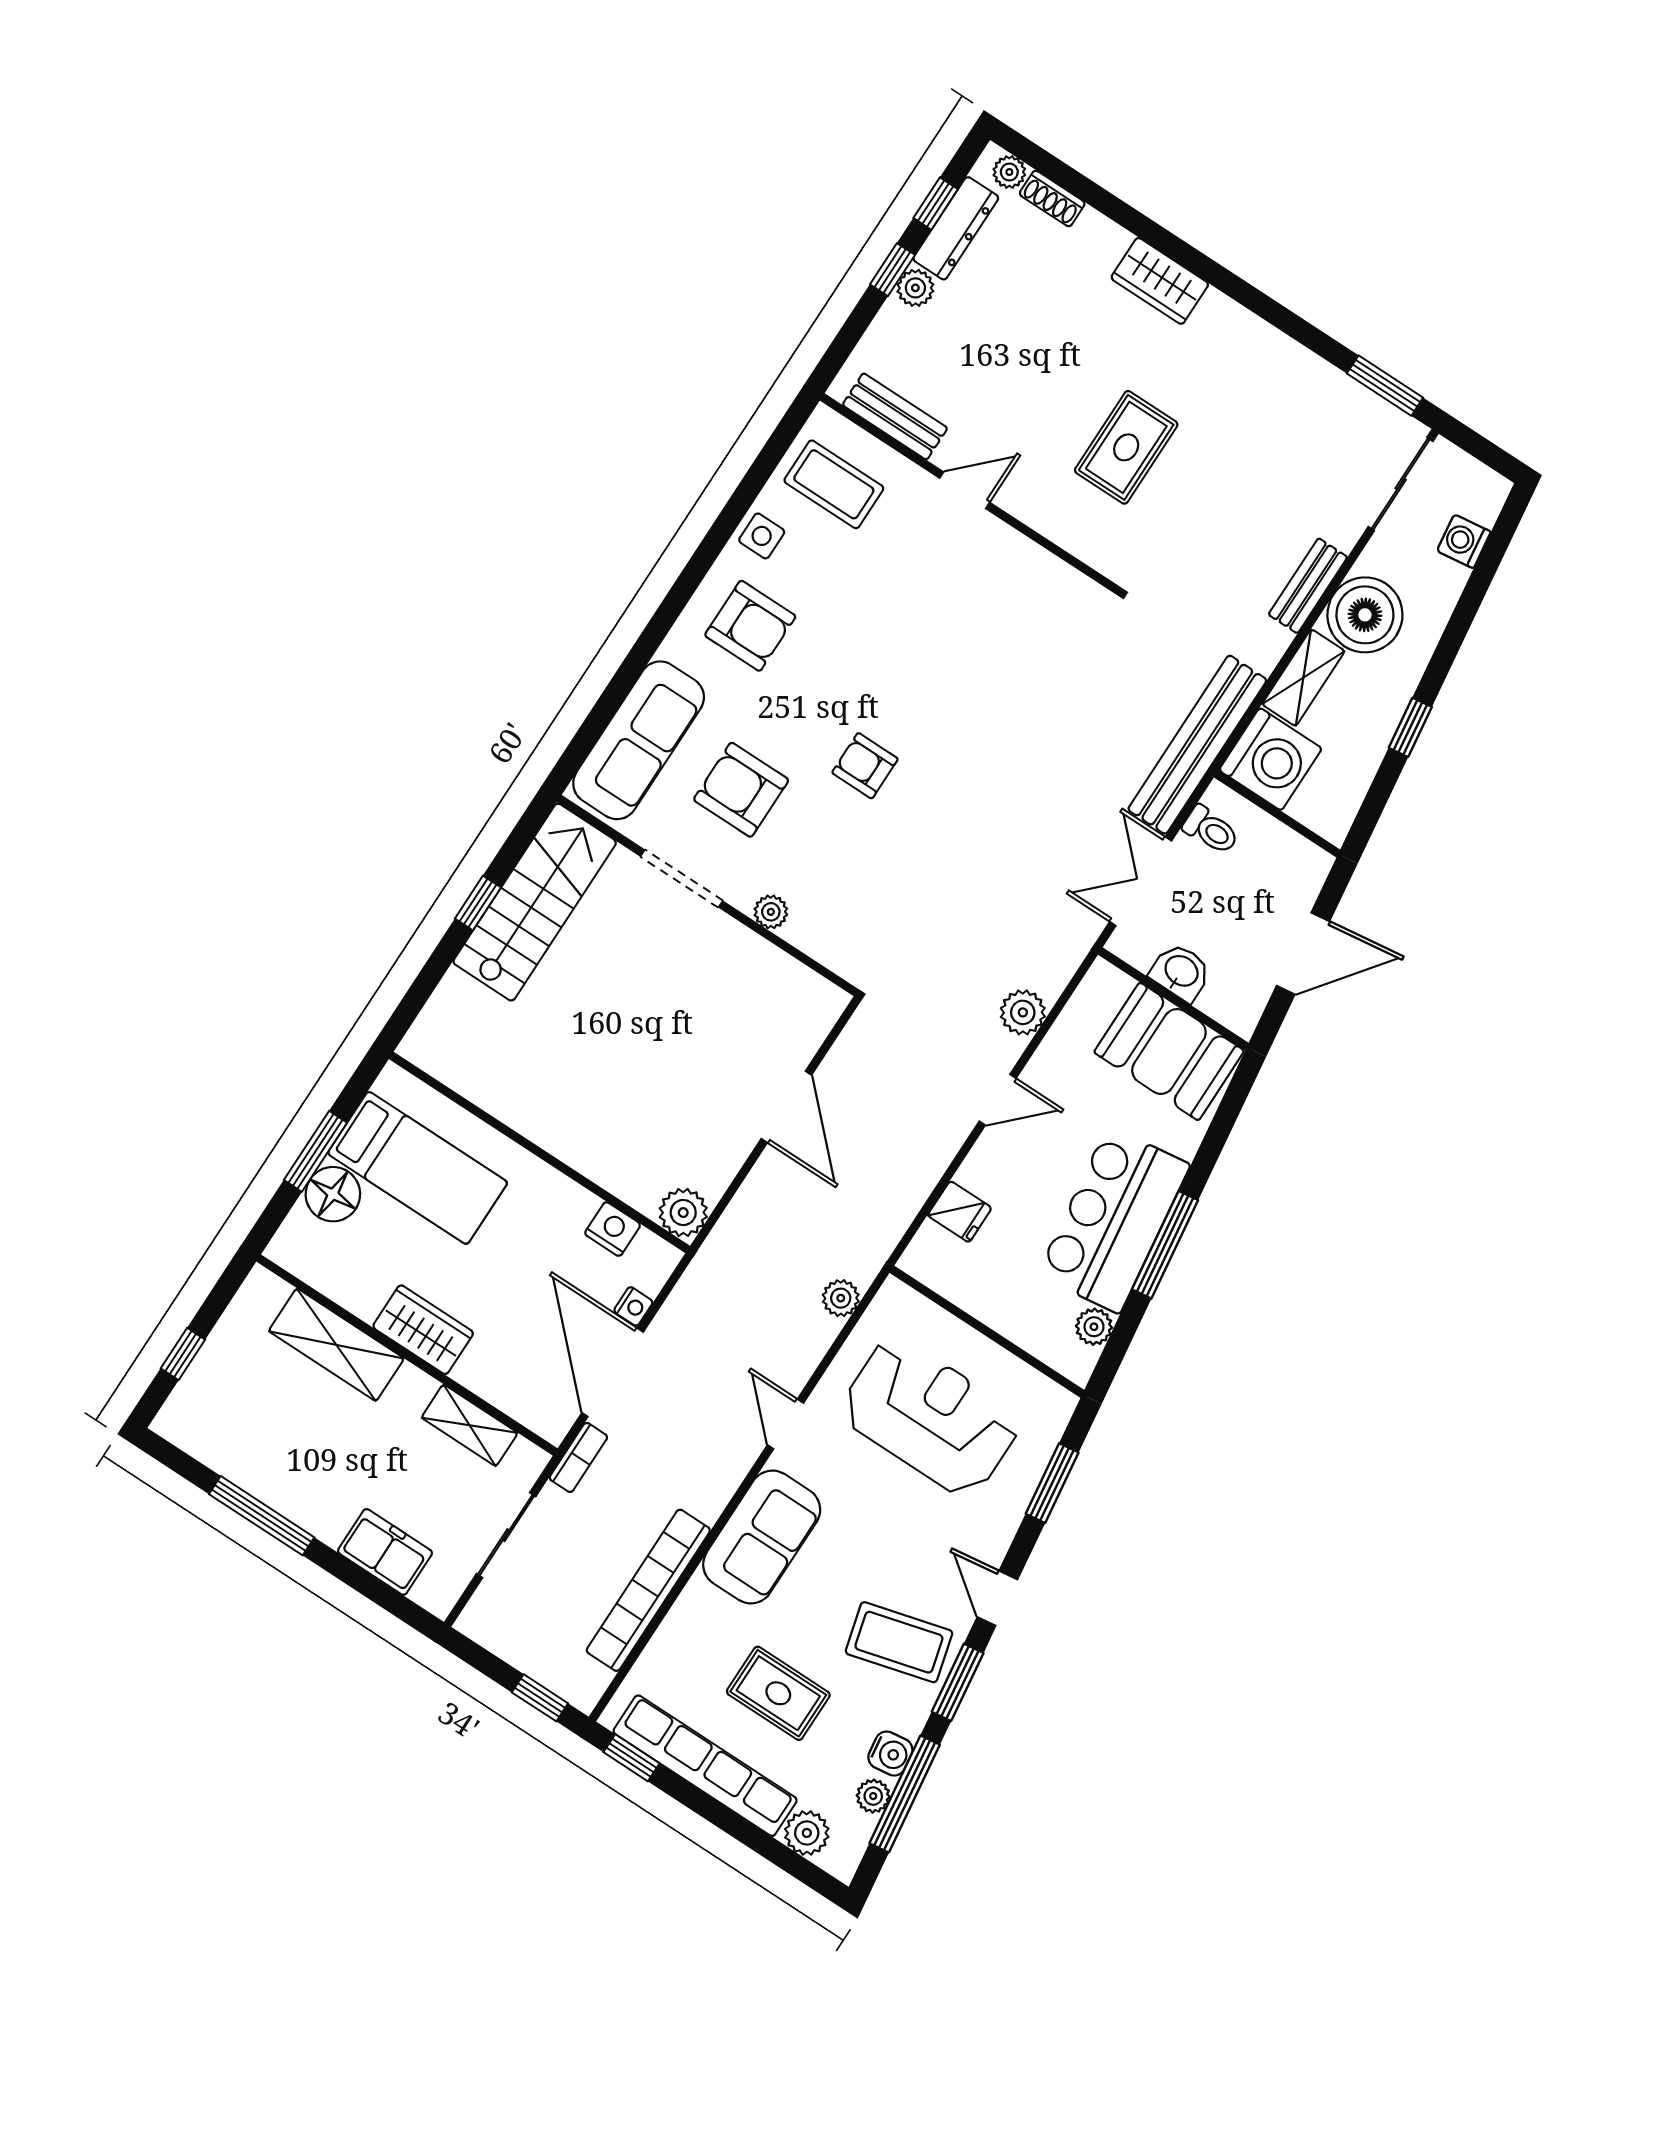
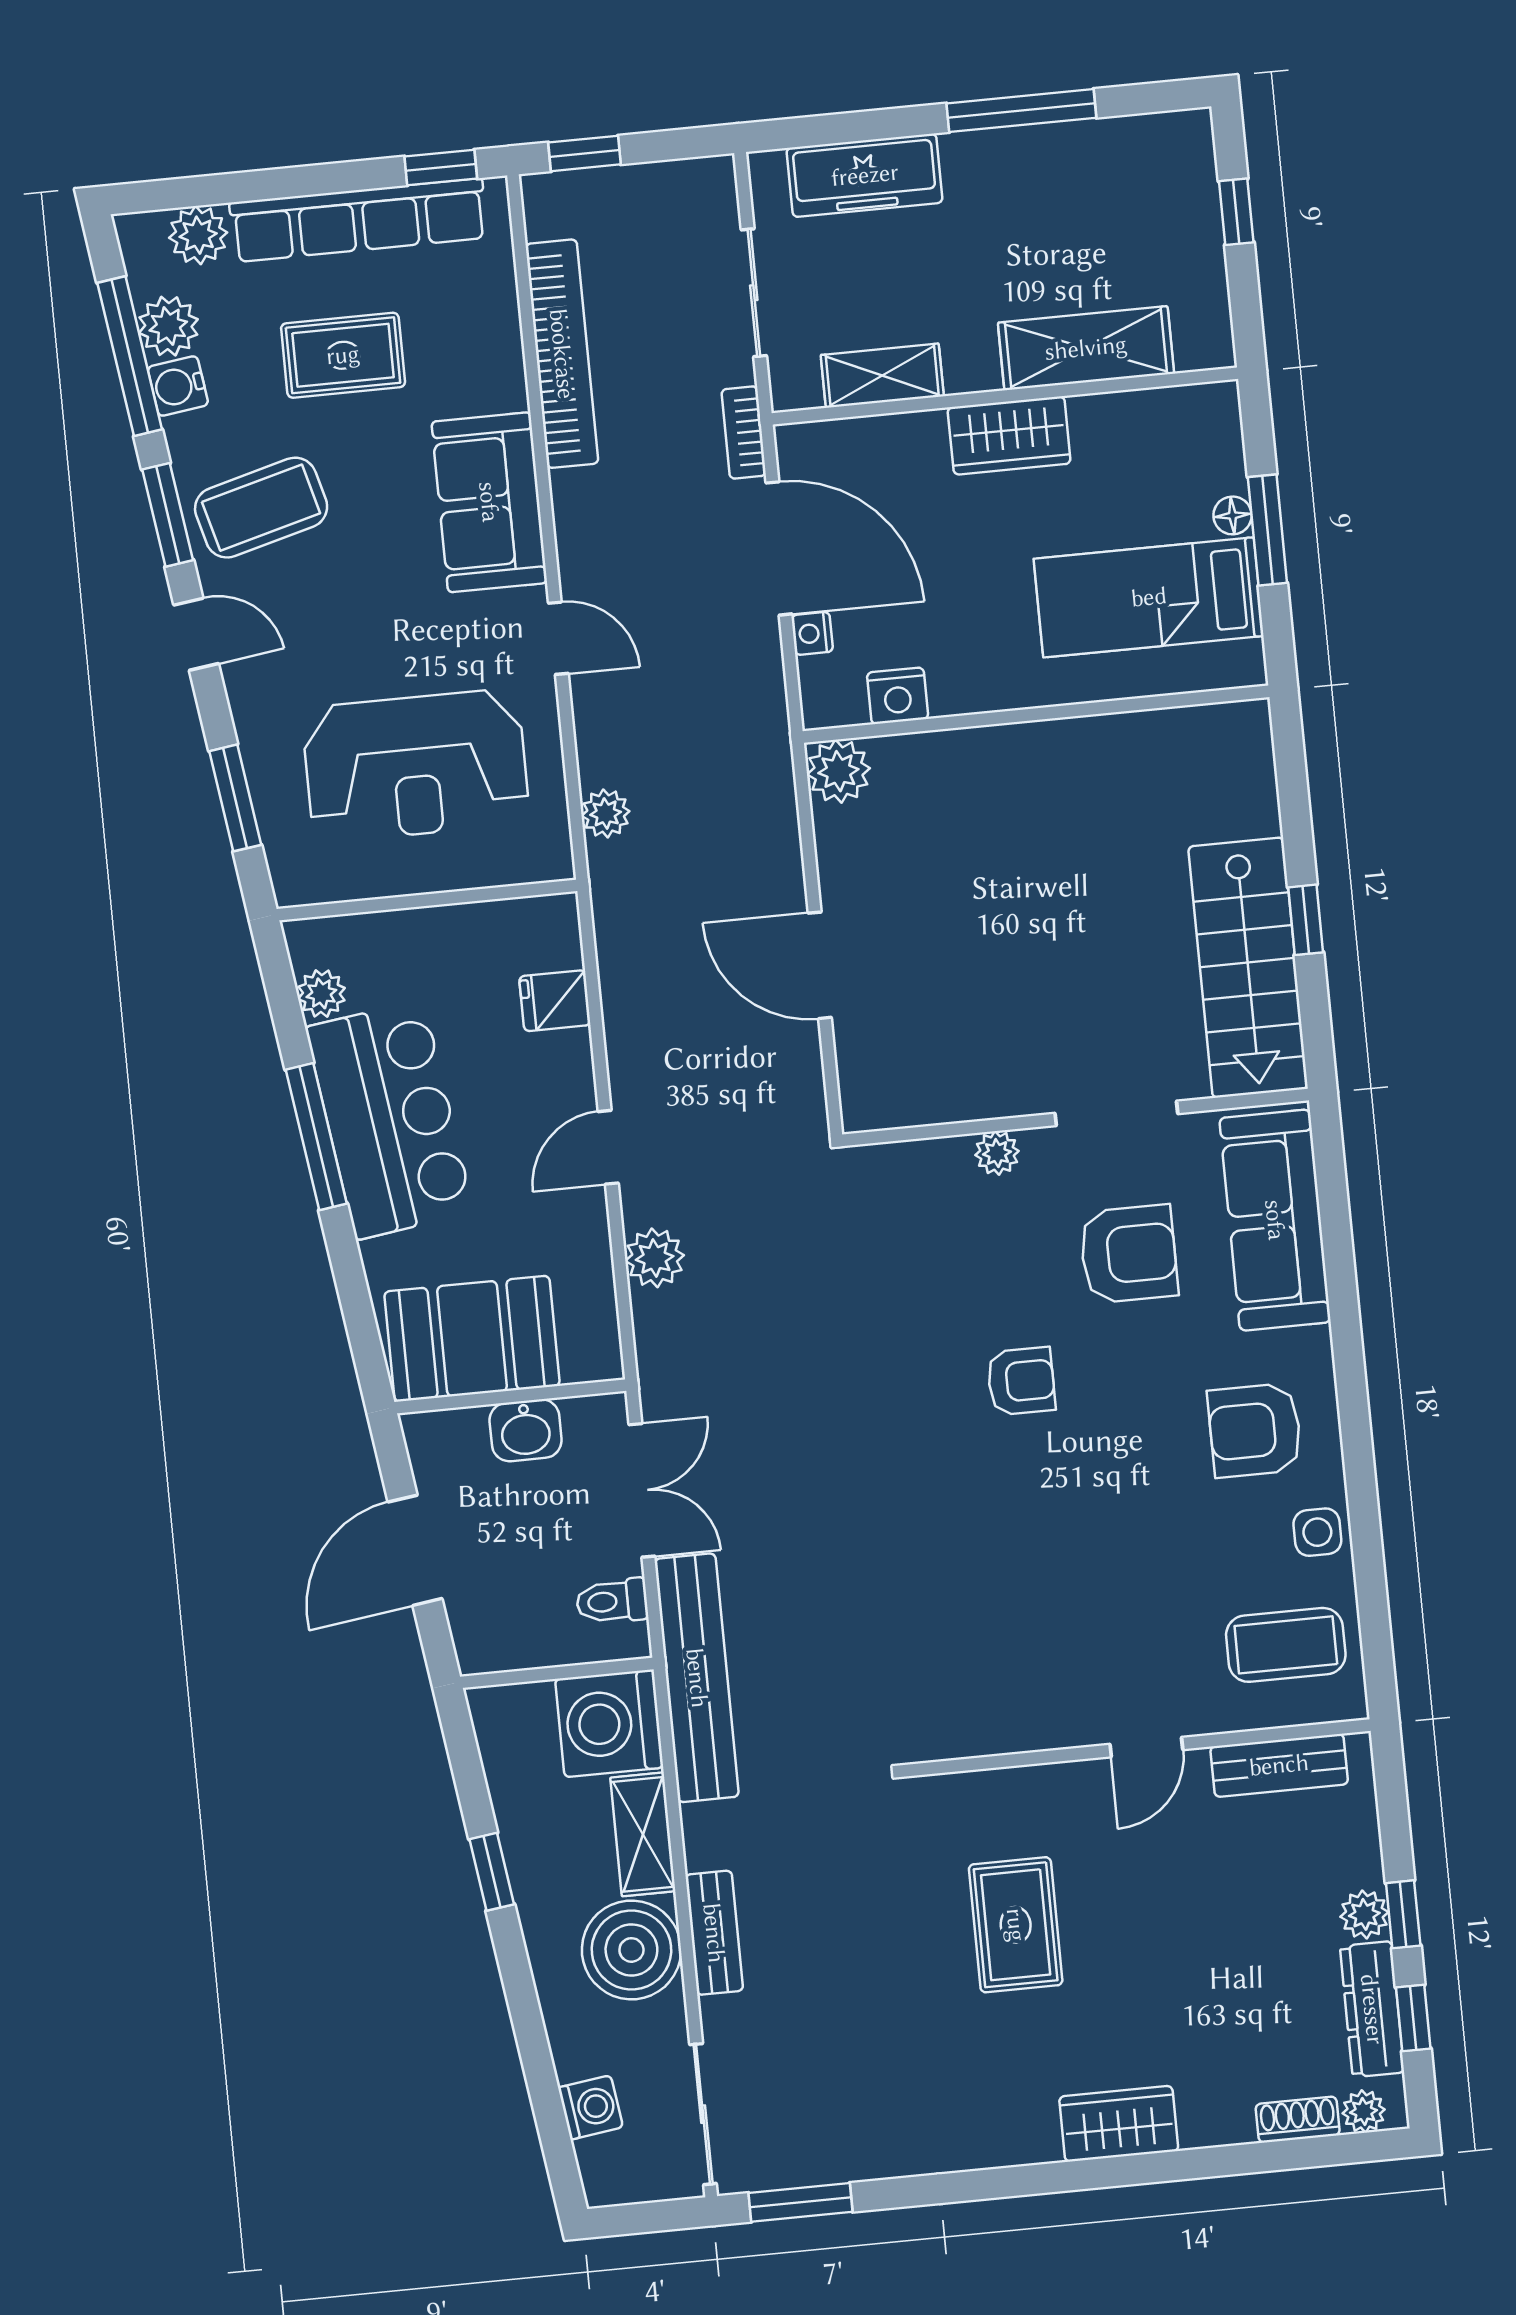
floor lamp: (333, 1194) -> (1233, 515), width x0.53, depth x0.53
freezer: (385, 1552) -> (865, 175), width x1.40
plant: (873, 1796) -> (168, 326), width x1.38, depth x1.38

